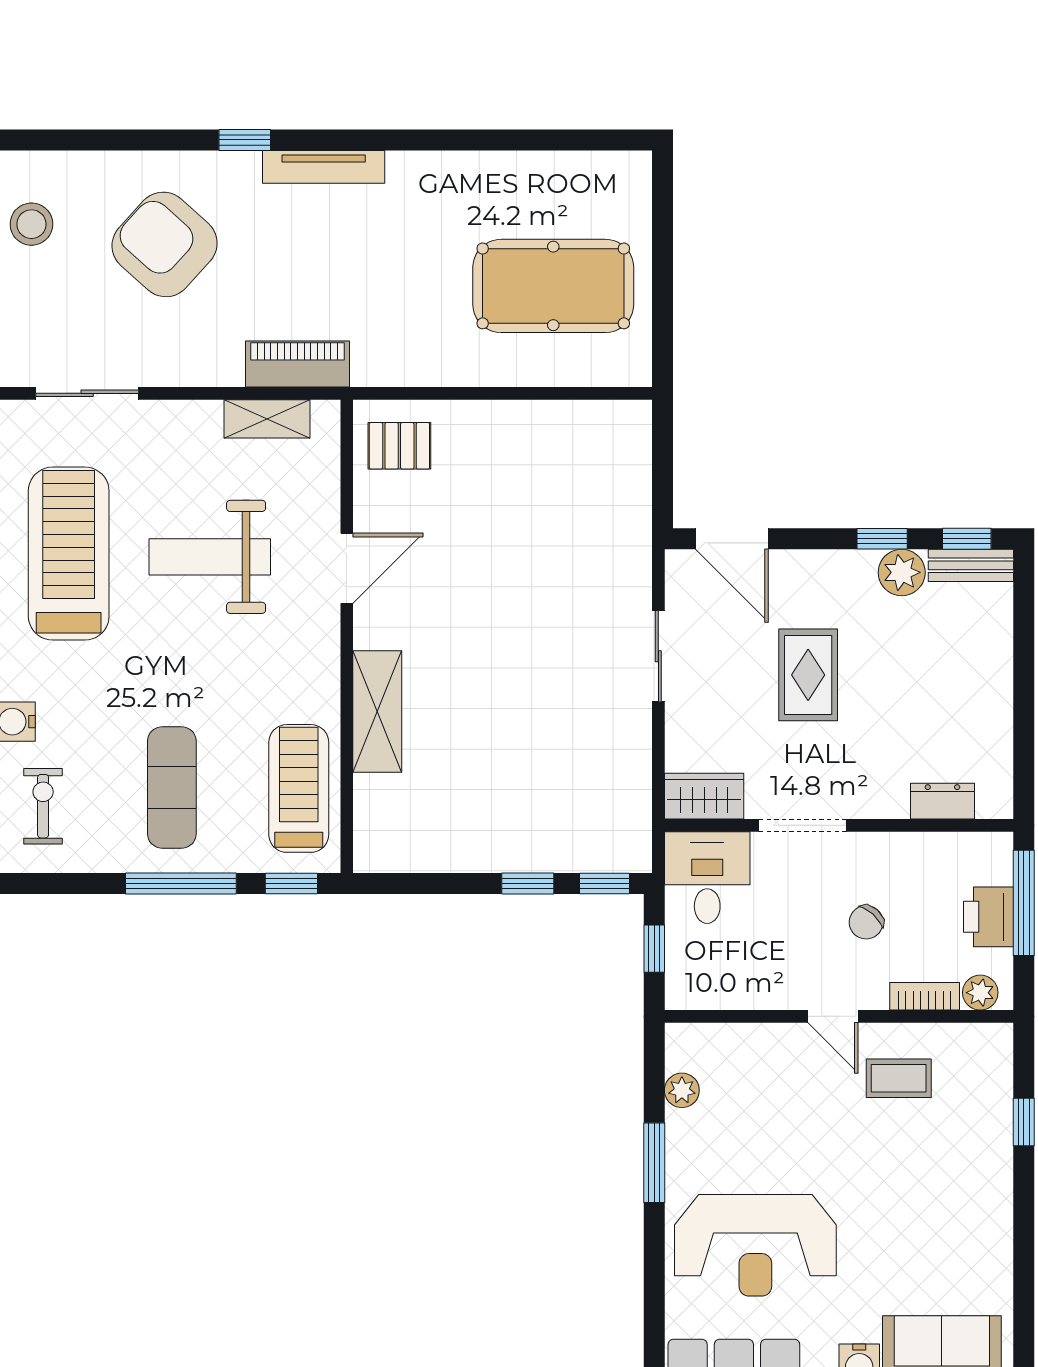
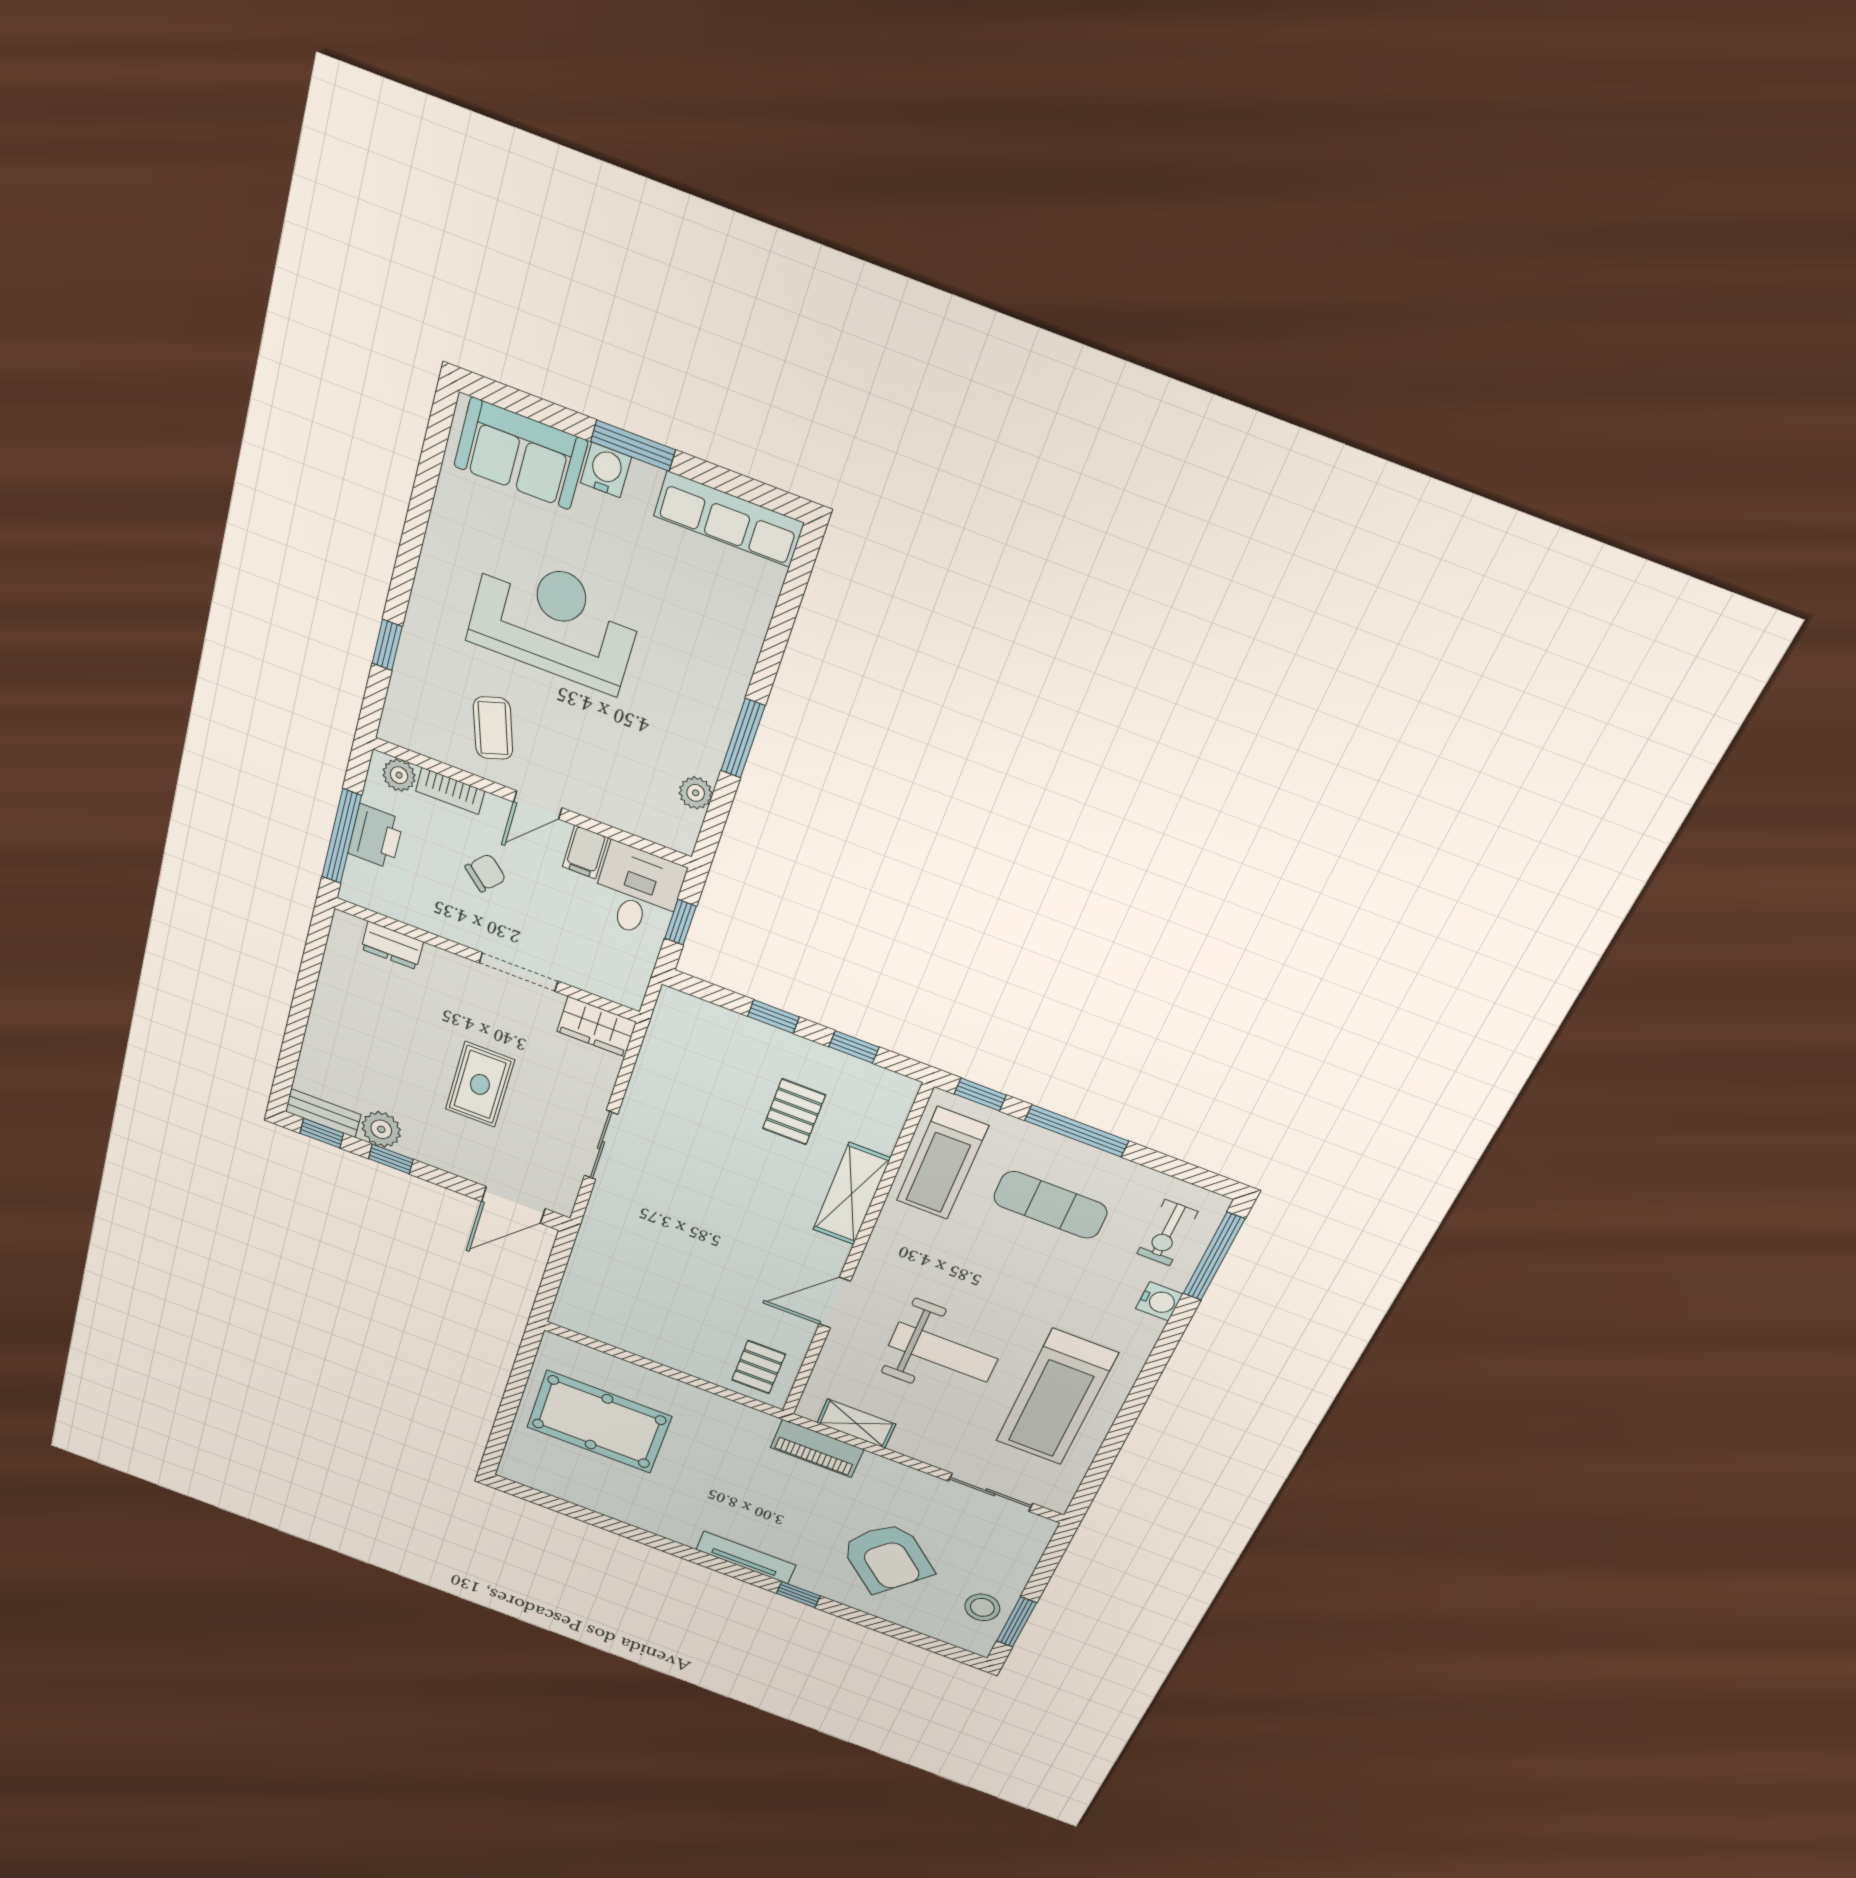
pallet: (399, 446) -> (759, 1367), turned 90
door: (732, 539) -> (513, 1205), swing flipped
pallet: (470, 784) -> (794, 1112), added
exercise mat: (172, 787) -> (1050, 1205), turned 90
desk: (707, 878) -> (637, 892), moved, turned 180
window: (604, 884) -> (854, 1047), moved
filing cabinet: (772, 985) -> (585, 852), added
door: (833, 1016) -> (538, 805), swing flipped
coffee table: (899, 1078) -> (493, 728), turned 72
reception desk: (755, 1245) -> (554, 622), moved

